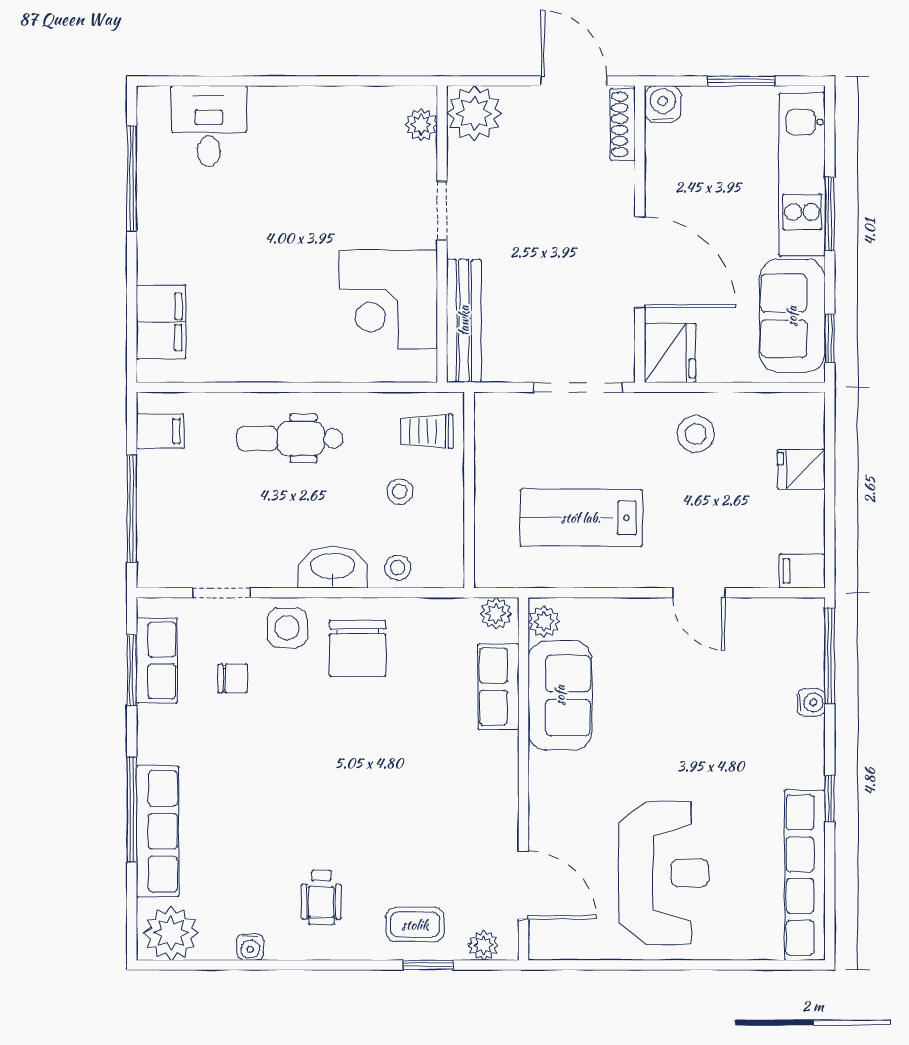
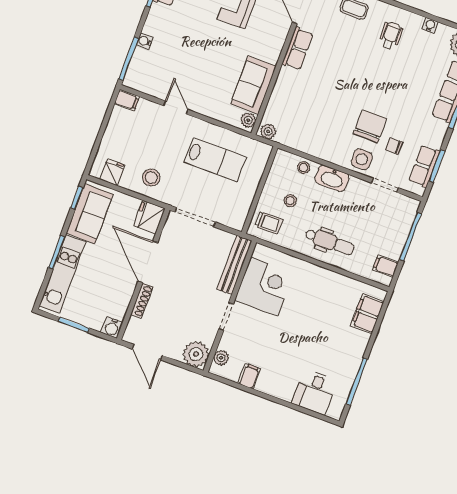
filing cabinet: (351, 109) -> (249, 376), added
shoe rack: (623, 124) -> (142, 301), moved
fridge: (801, 469) -> (112, 172), moved, turned -90
chair: (358, 648) -> (370, 126), moved
row of seats: (498, 687) -> (298, 49), moved

